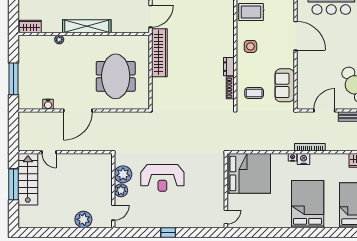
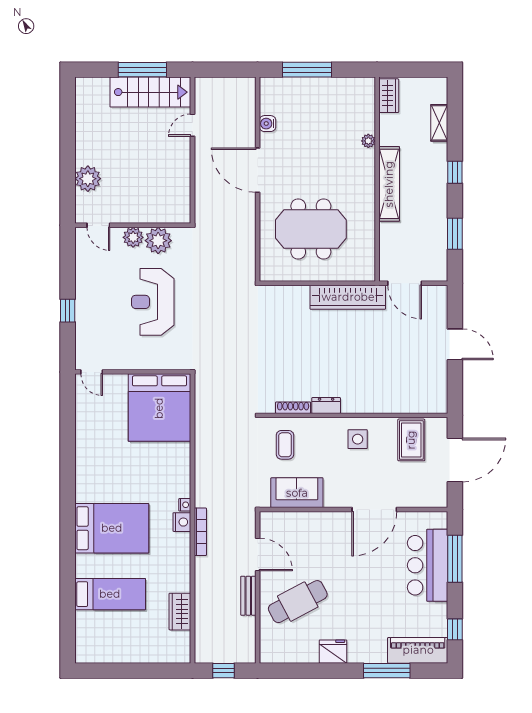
bed: (249, 173) -> (159, 408), moved
wall: (226, 191) -> (133, 372), moved
door: (226, 217) -> (92, 372), moved

